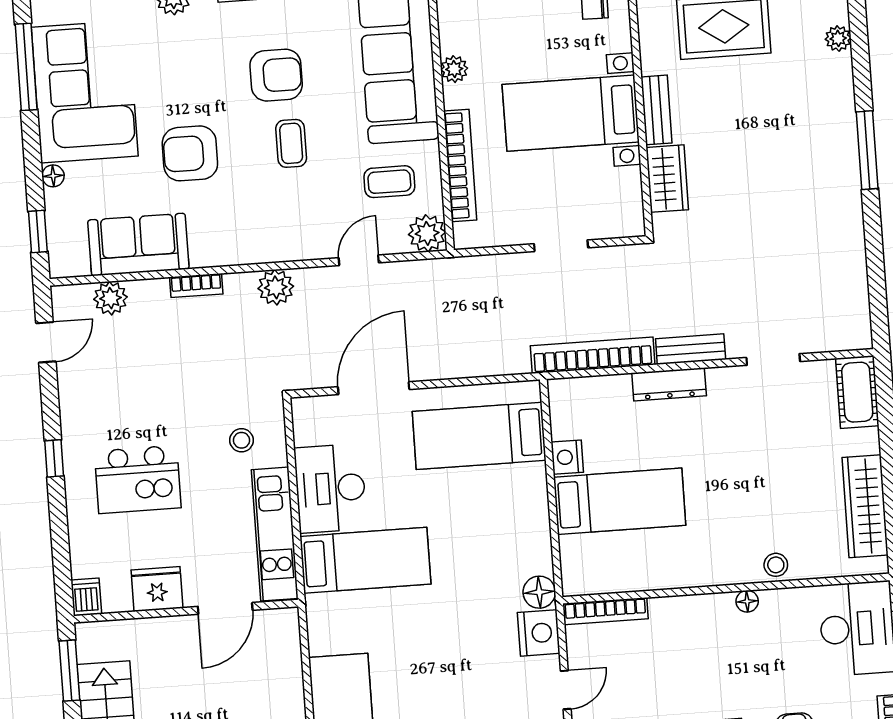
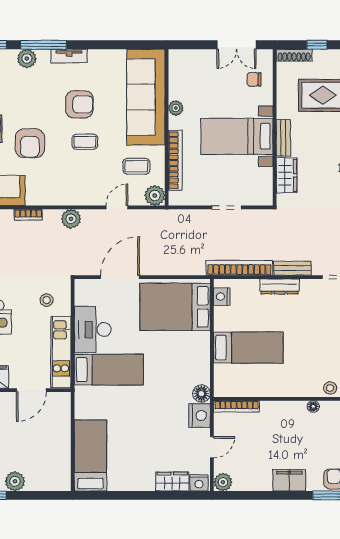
coffee table: (291, 143) -> (85, 142), turned 90
armchair: (190, 153) -> (30, 143), turned -90
bed: (479, 436) -> (175, 307), width x1.50
nightstand: (567, 457) -> (222, 297), moved

